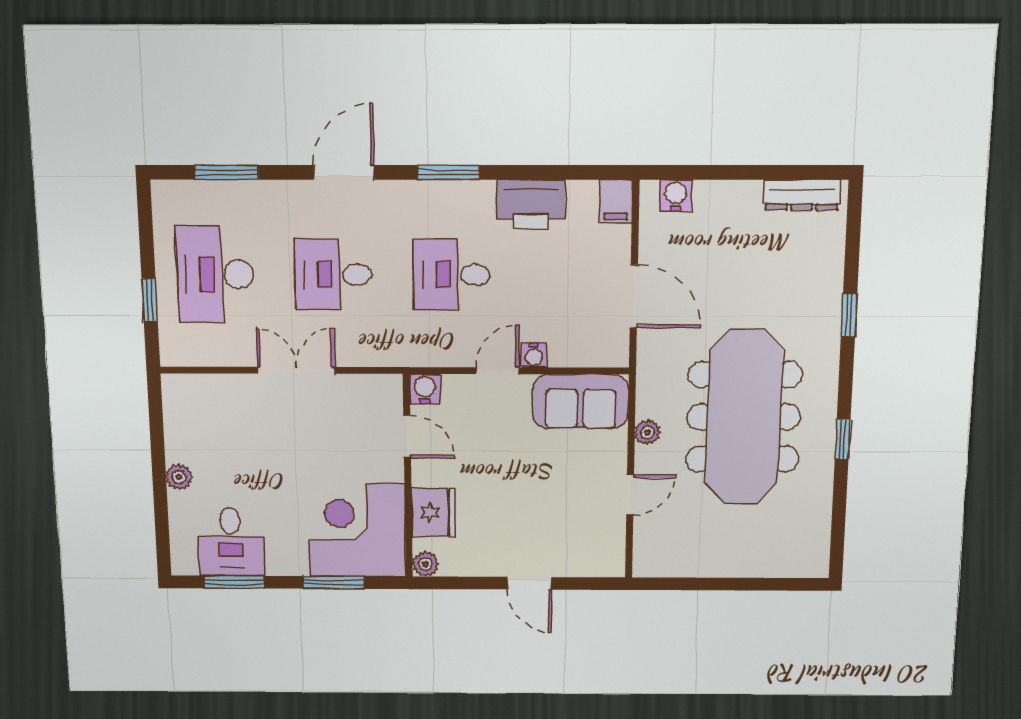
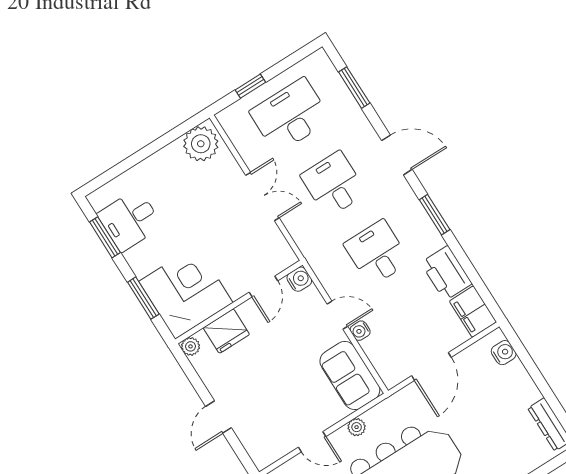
filing cabinet: (616, 201) -> (473, 312), width x2.00
plant: (179, 477) -> (201, 144), moved, width x1.88, depth x1.88

